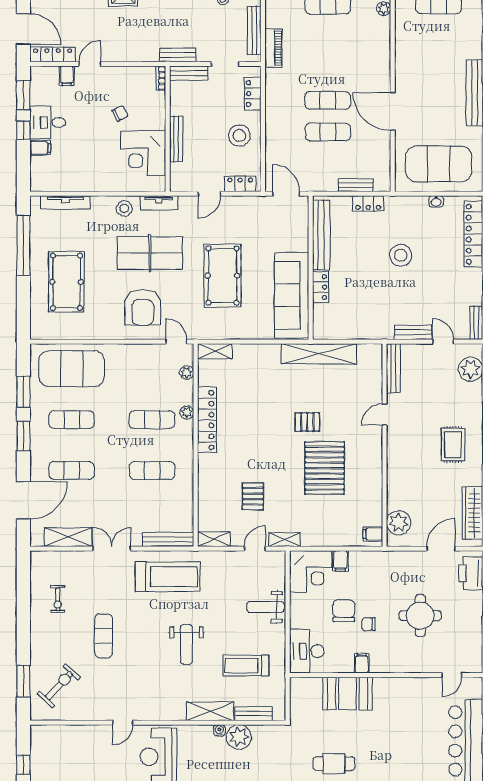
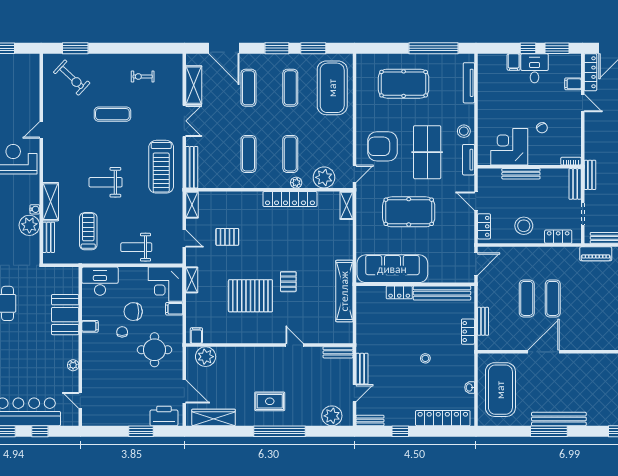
stool: (401, 255) -> (425, 358), width x0.53, depth x0.53
bench: (393, 368) -> (338, 352), width x0.73
plant: (187, 373) -> (324, 177), width x1.88, depth x1.88
shelving: (284, 539) -> (192, 280), moved
weight bench: (265, 607) -> (136, 247), turned -90
chair: (344, 611) -> (133, 312), turned 180
round table: (420, 616) -> (154, 350), moved
plant: (409, 684) -> (73, 365), added
door: (123, 723) -> (41, 130), hinge flipped

